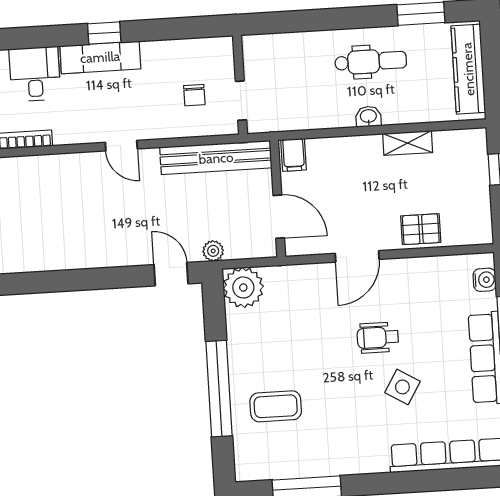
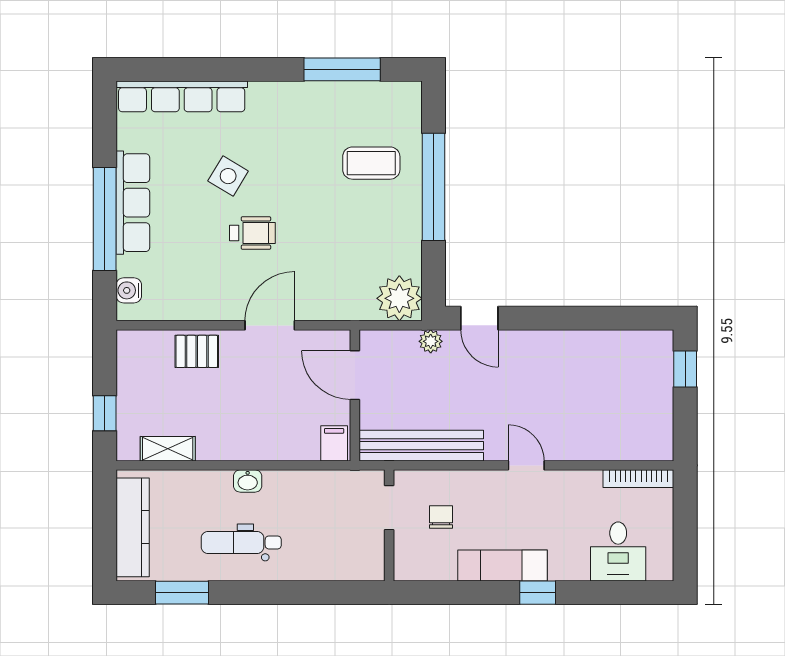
exam couch: (100, 57) -> (503, 566), moved
shelving: (408, 143) -> (168, 449), moved

